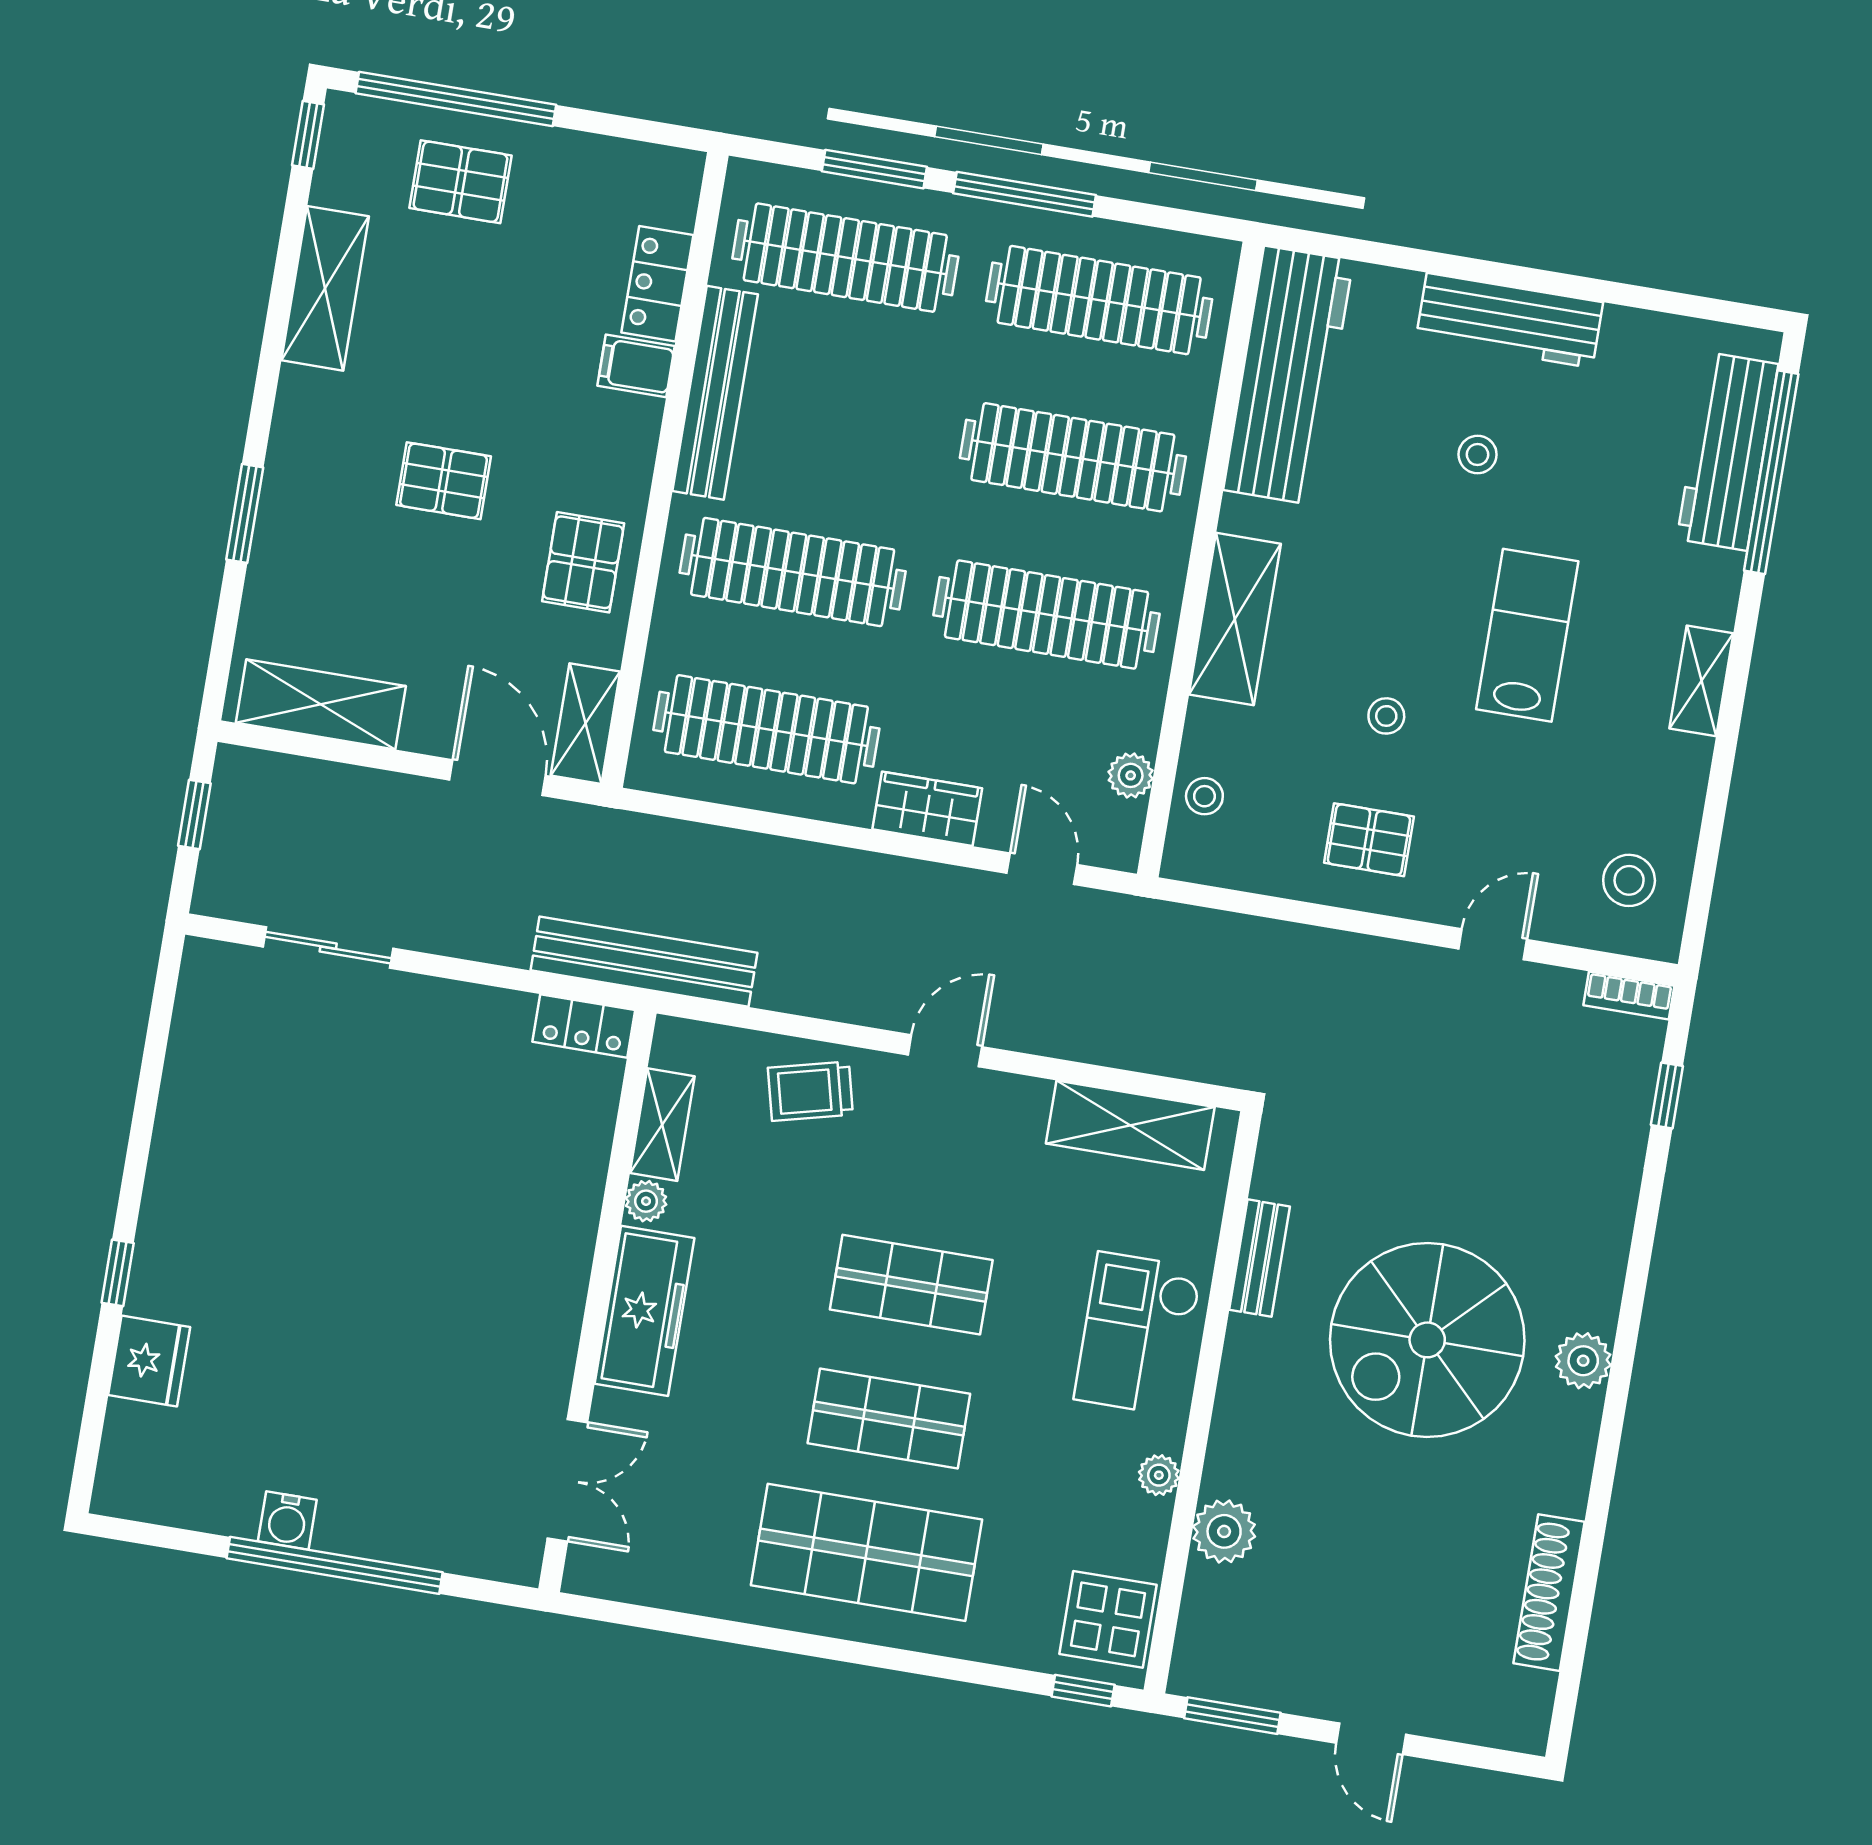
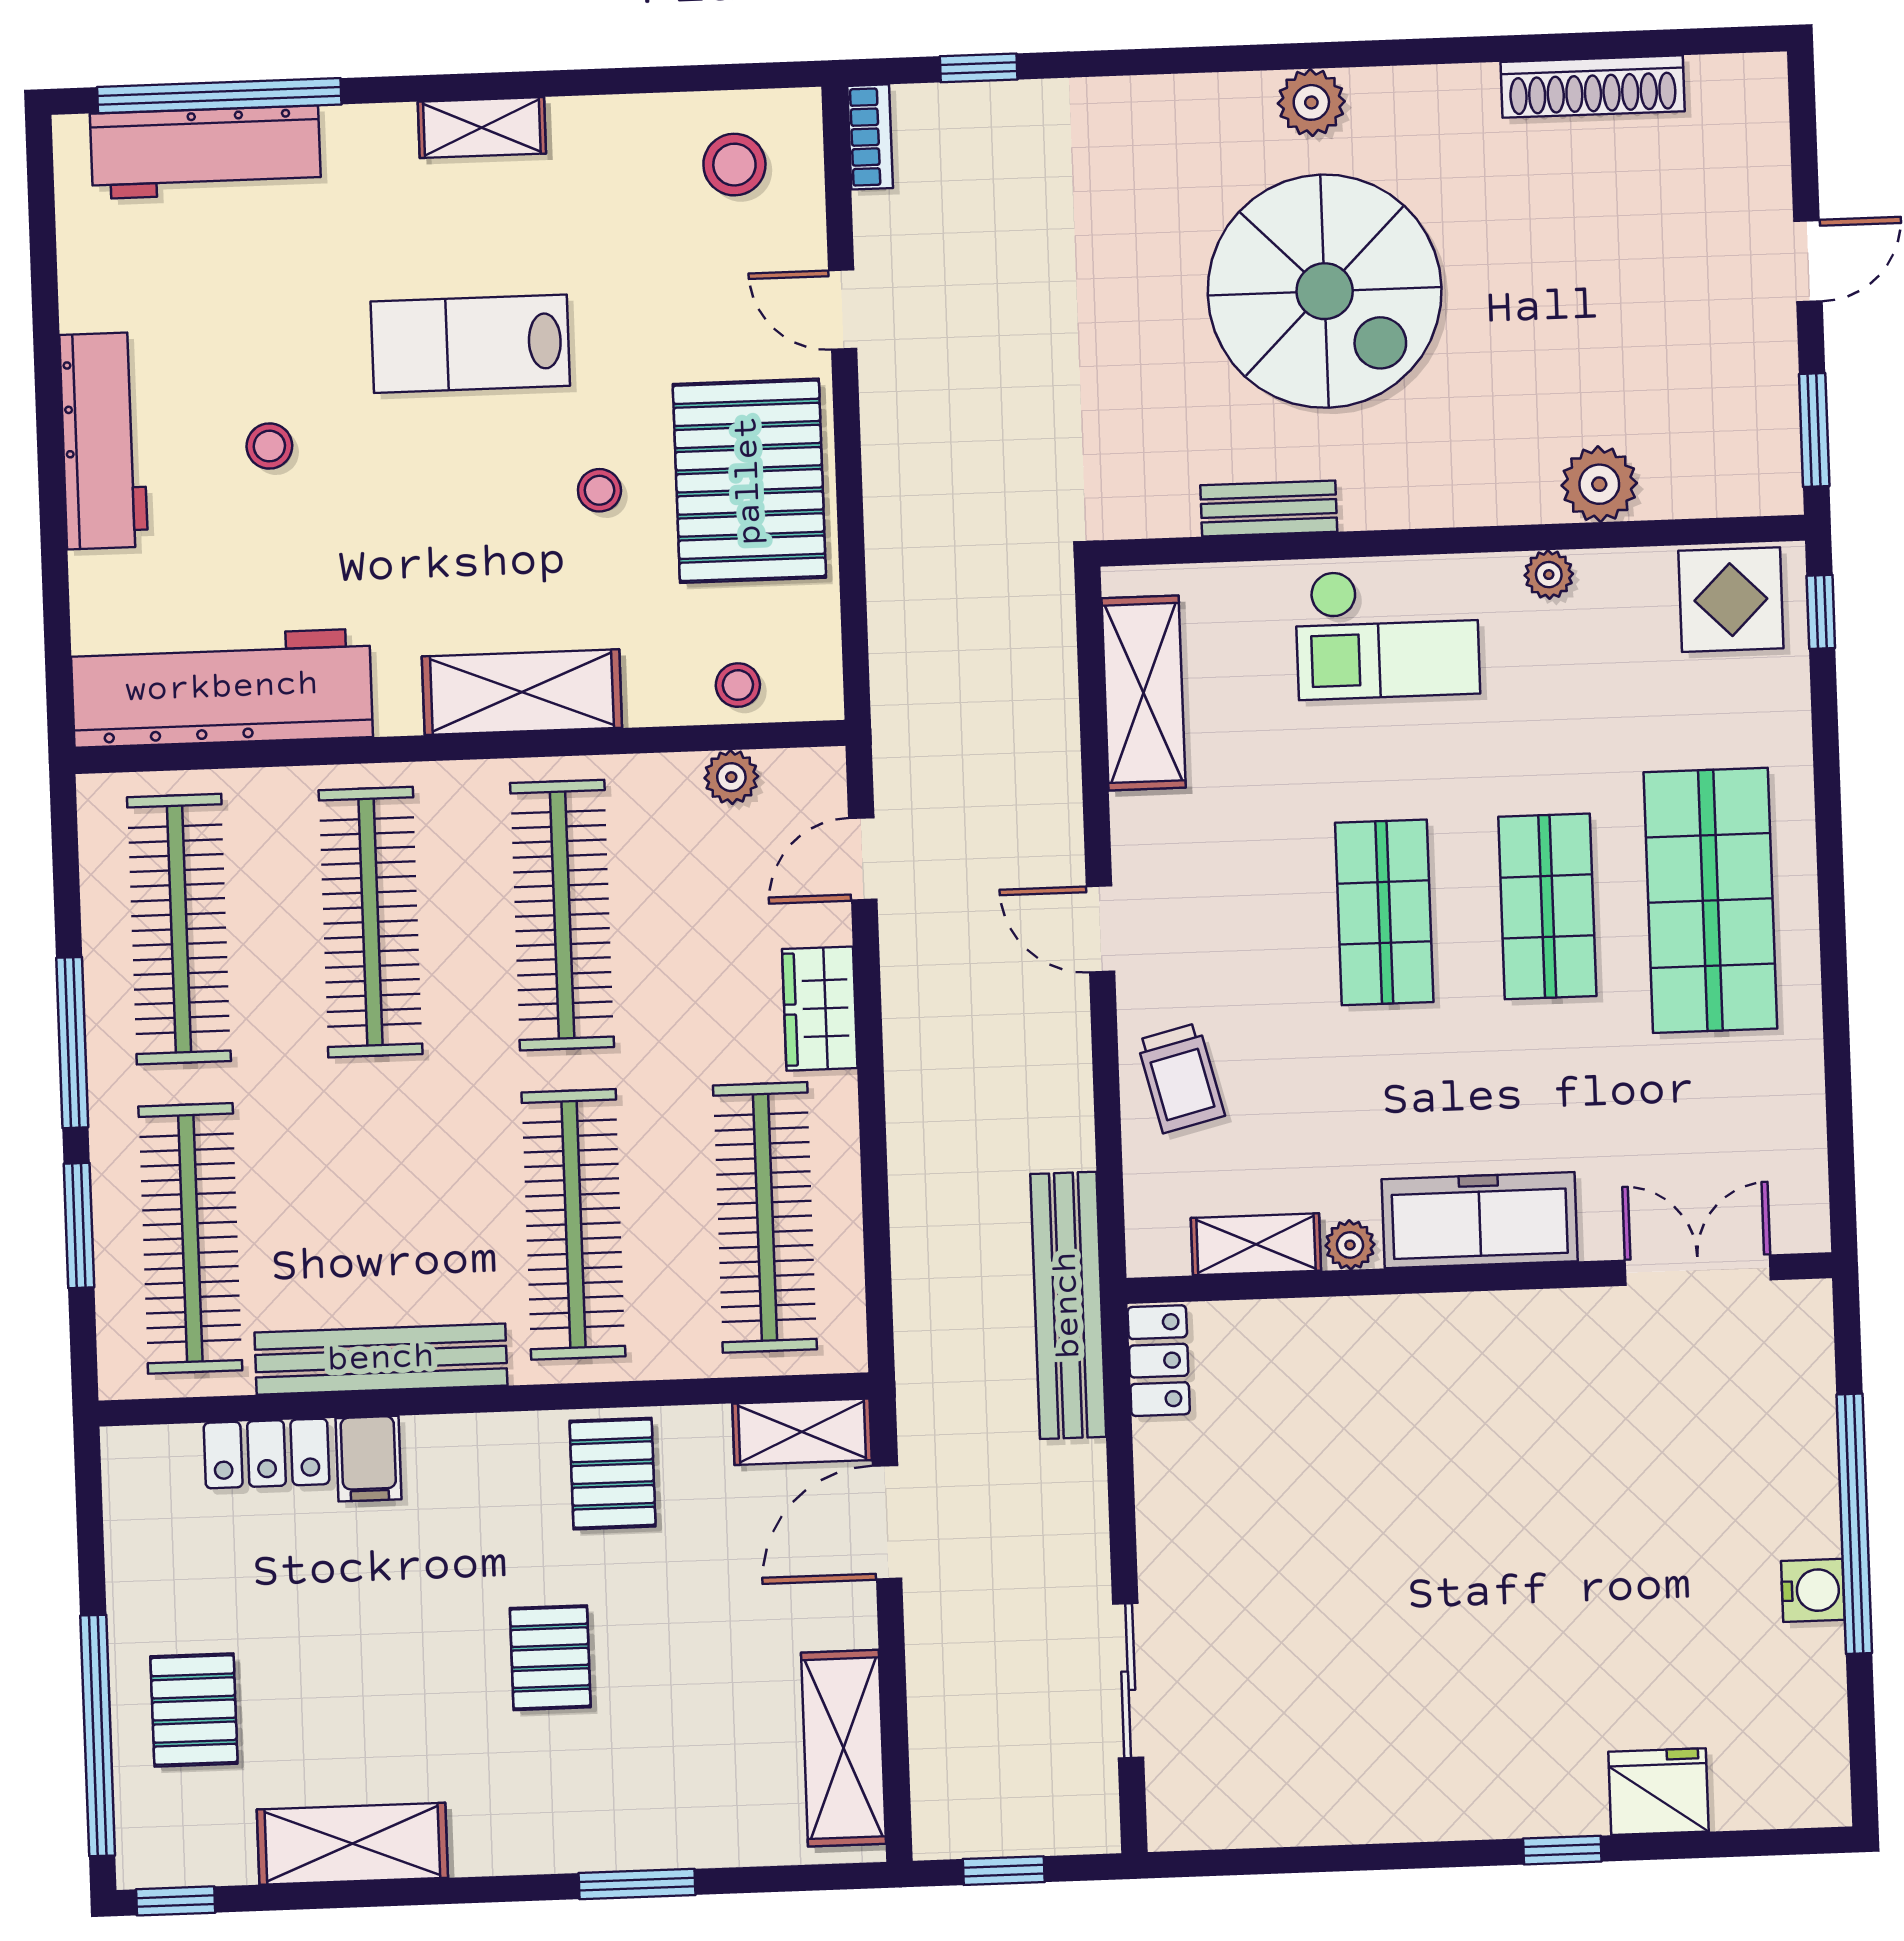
pallet: (583, 562) -> (613, 1474), turned 90
pallet: (1369, 840) -> (749, 481), width x2.05, depth x2.00

